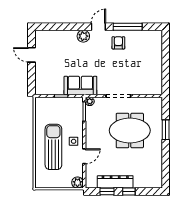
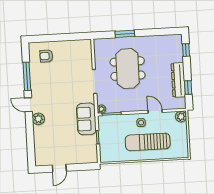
armchair: (118, 43) -> (46, 56), moved
window: (129, 192) -> (186, 50), moved

